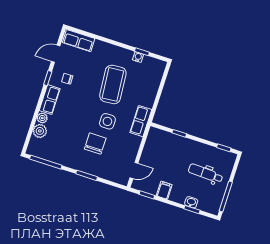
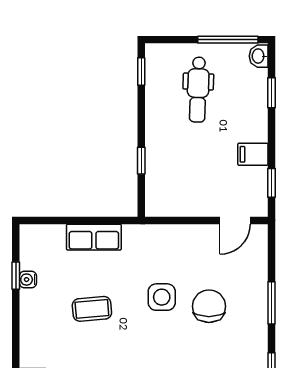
coffee table: (113, 84) -> (92, 309), width x0.54, depth x0.58
row of seats: (141, 121) -> (94, 237), moved
chair: (95, 144) -> (209, 306), turned 90
door: (134, 171) -> (235, 220), swing flipped
washbasin: (191, 202) -> (259, 56), moved

